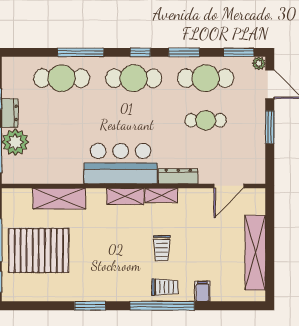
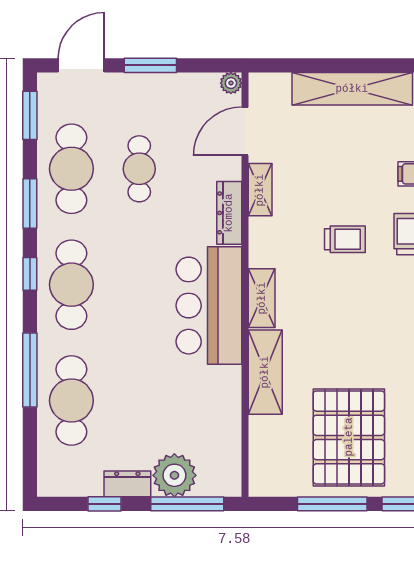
plant: (259, 63) -> (231, 83), moved
door: (229, 186) -> (245, 131), swing flipped
shelving: (161, 195) -> (260, 190), moved
shelving: (59, 199) -> (265, 372), moved

